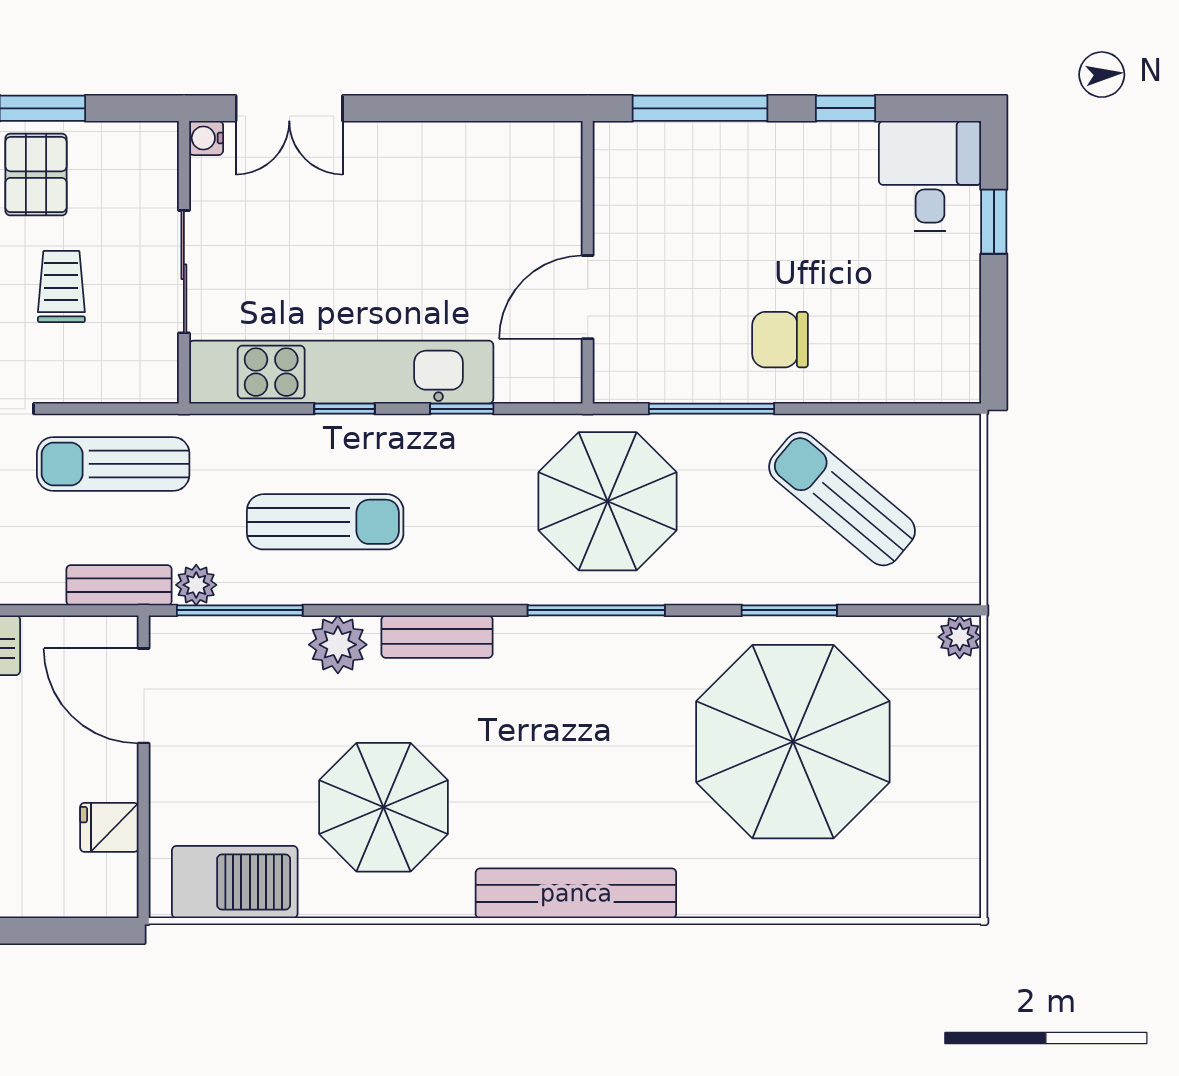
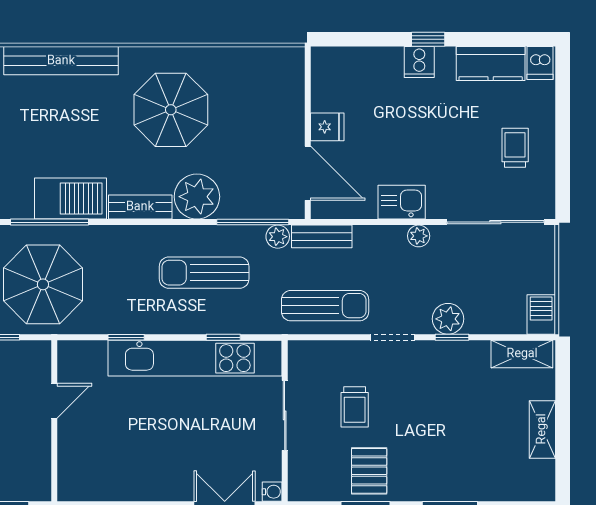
door: (588, 297) -> (54, 401), width x0.73
window: (344, 409) -> (223, 337), moved
plant: (338, 645) -> (197, 197), width x1.36, depth x1.36
fridge: (109, 827) -> (327, 127), moved
barbecue: (235, 882) -> (70, 199), moved, turned 180

